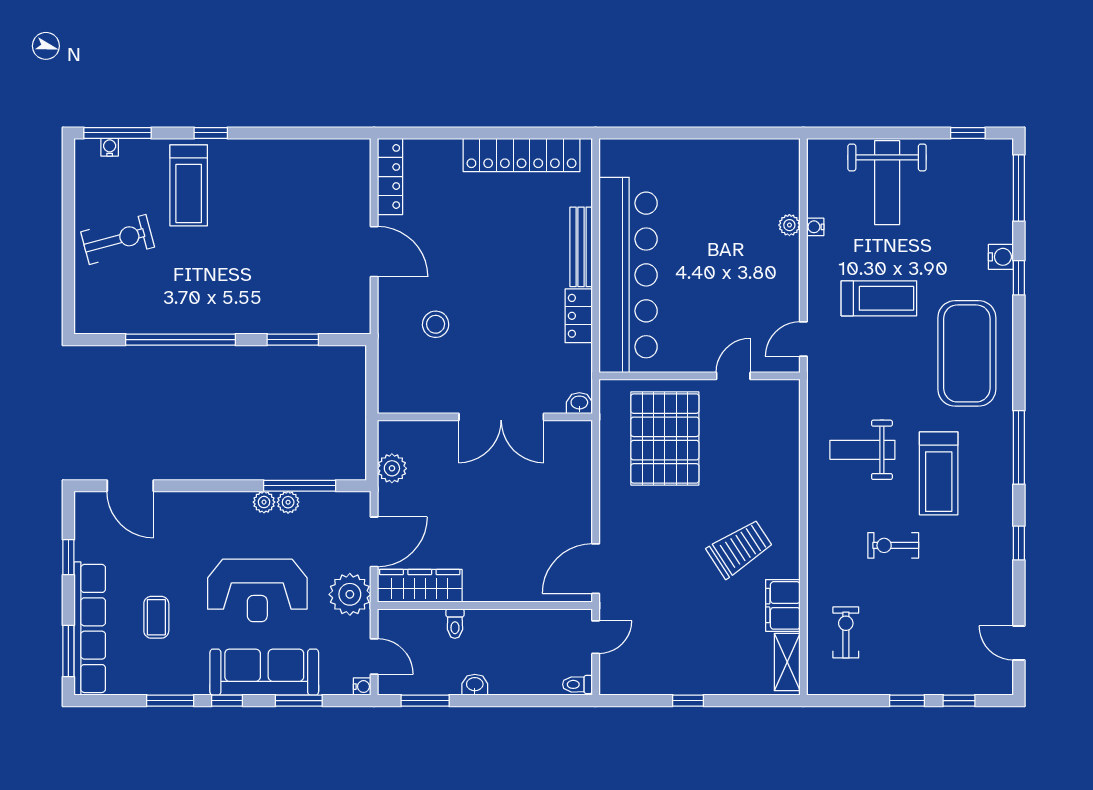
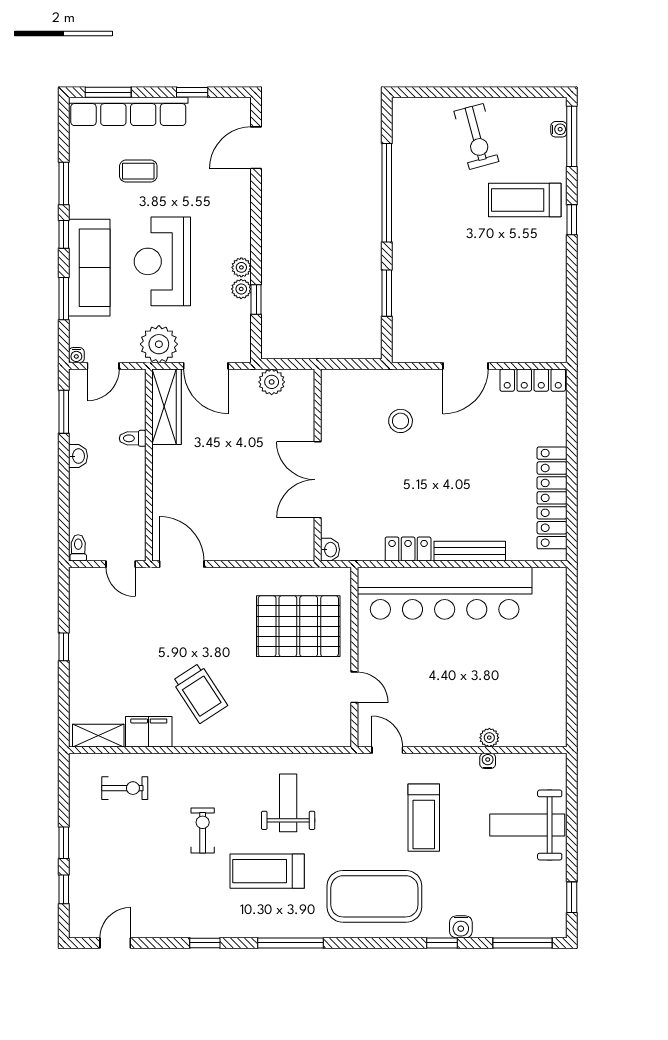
window: (300, 486) -> (256, 299), width x0.46

